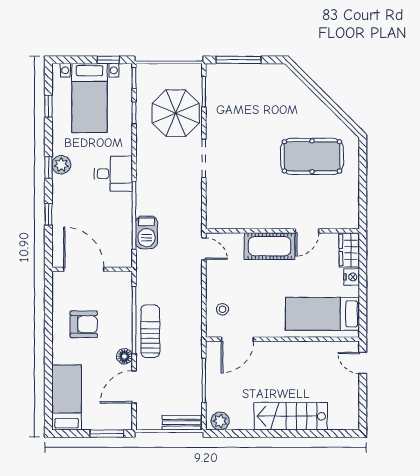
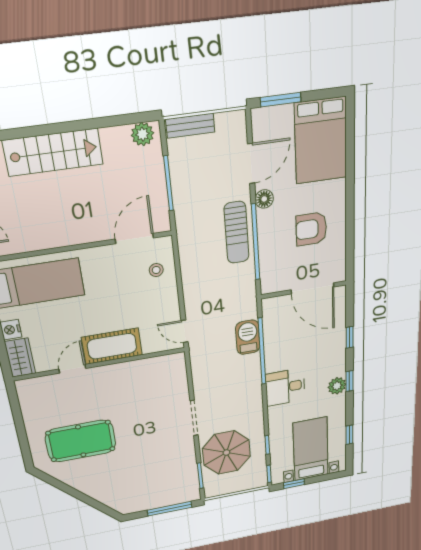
bed: (67, 398) -> (321, 141), width x1.50

